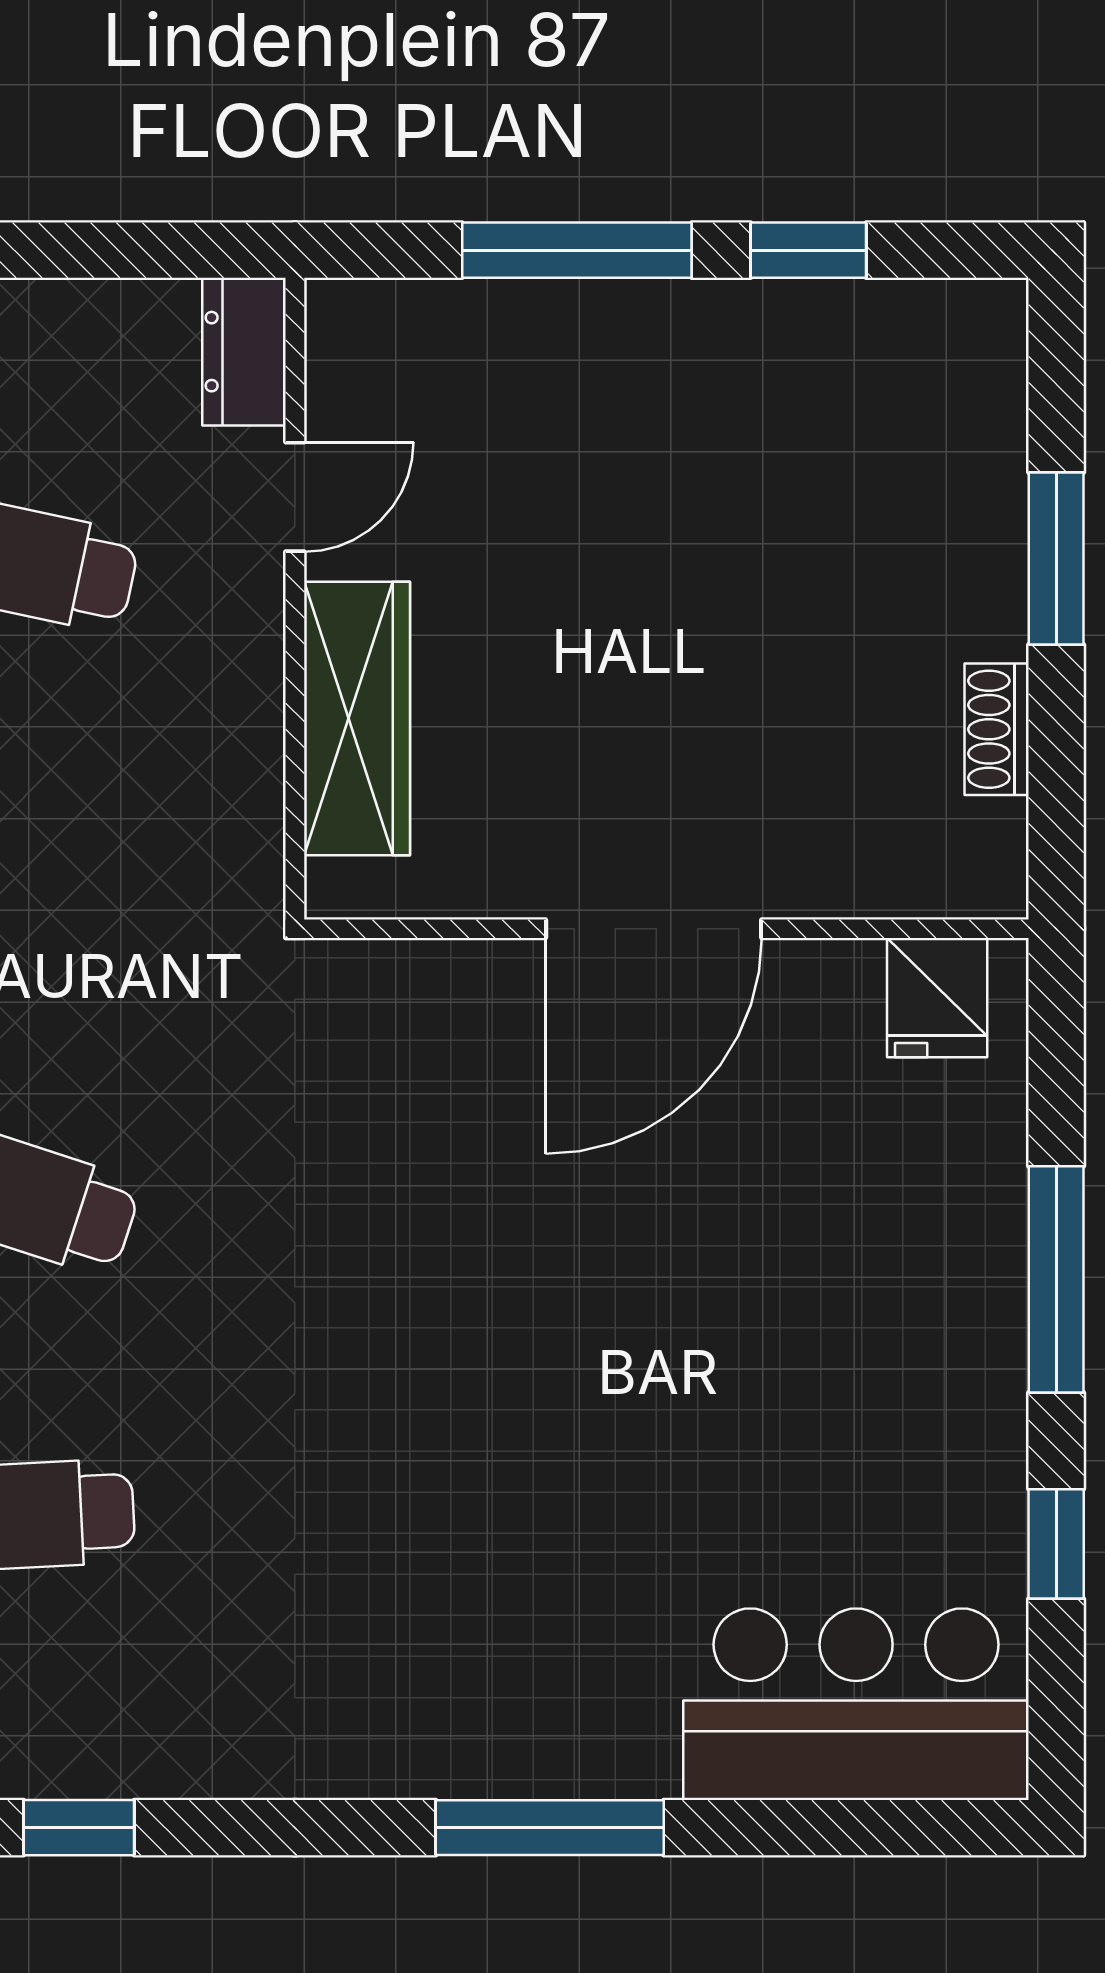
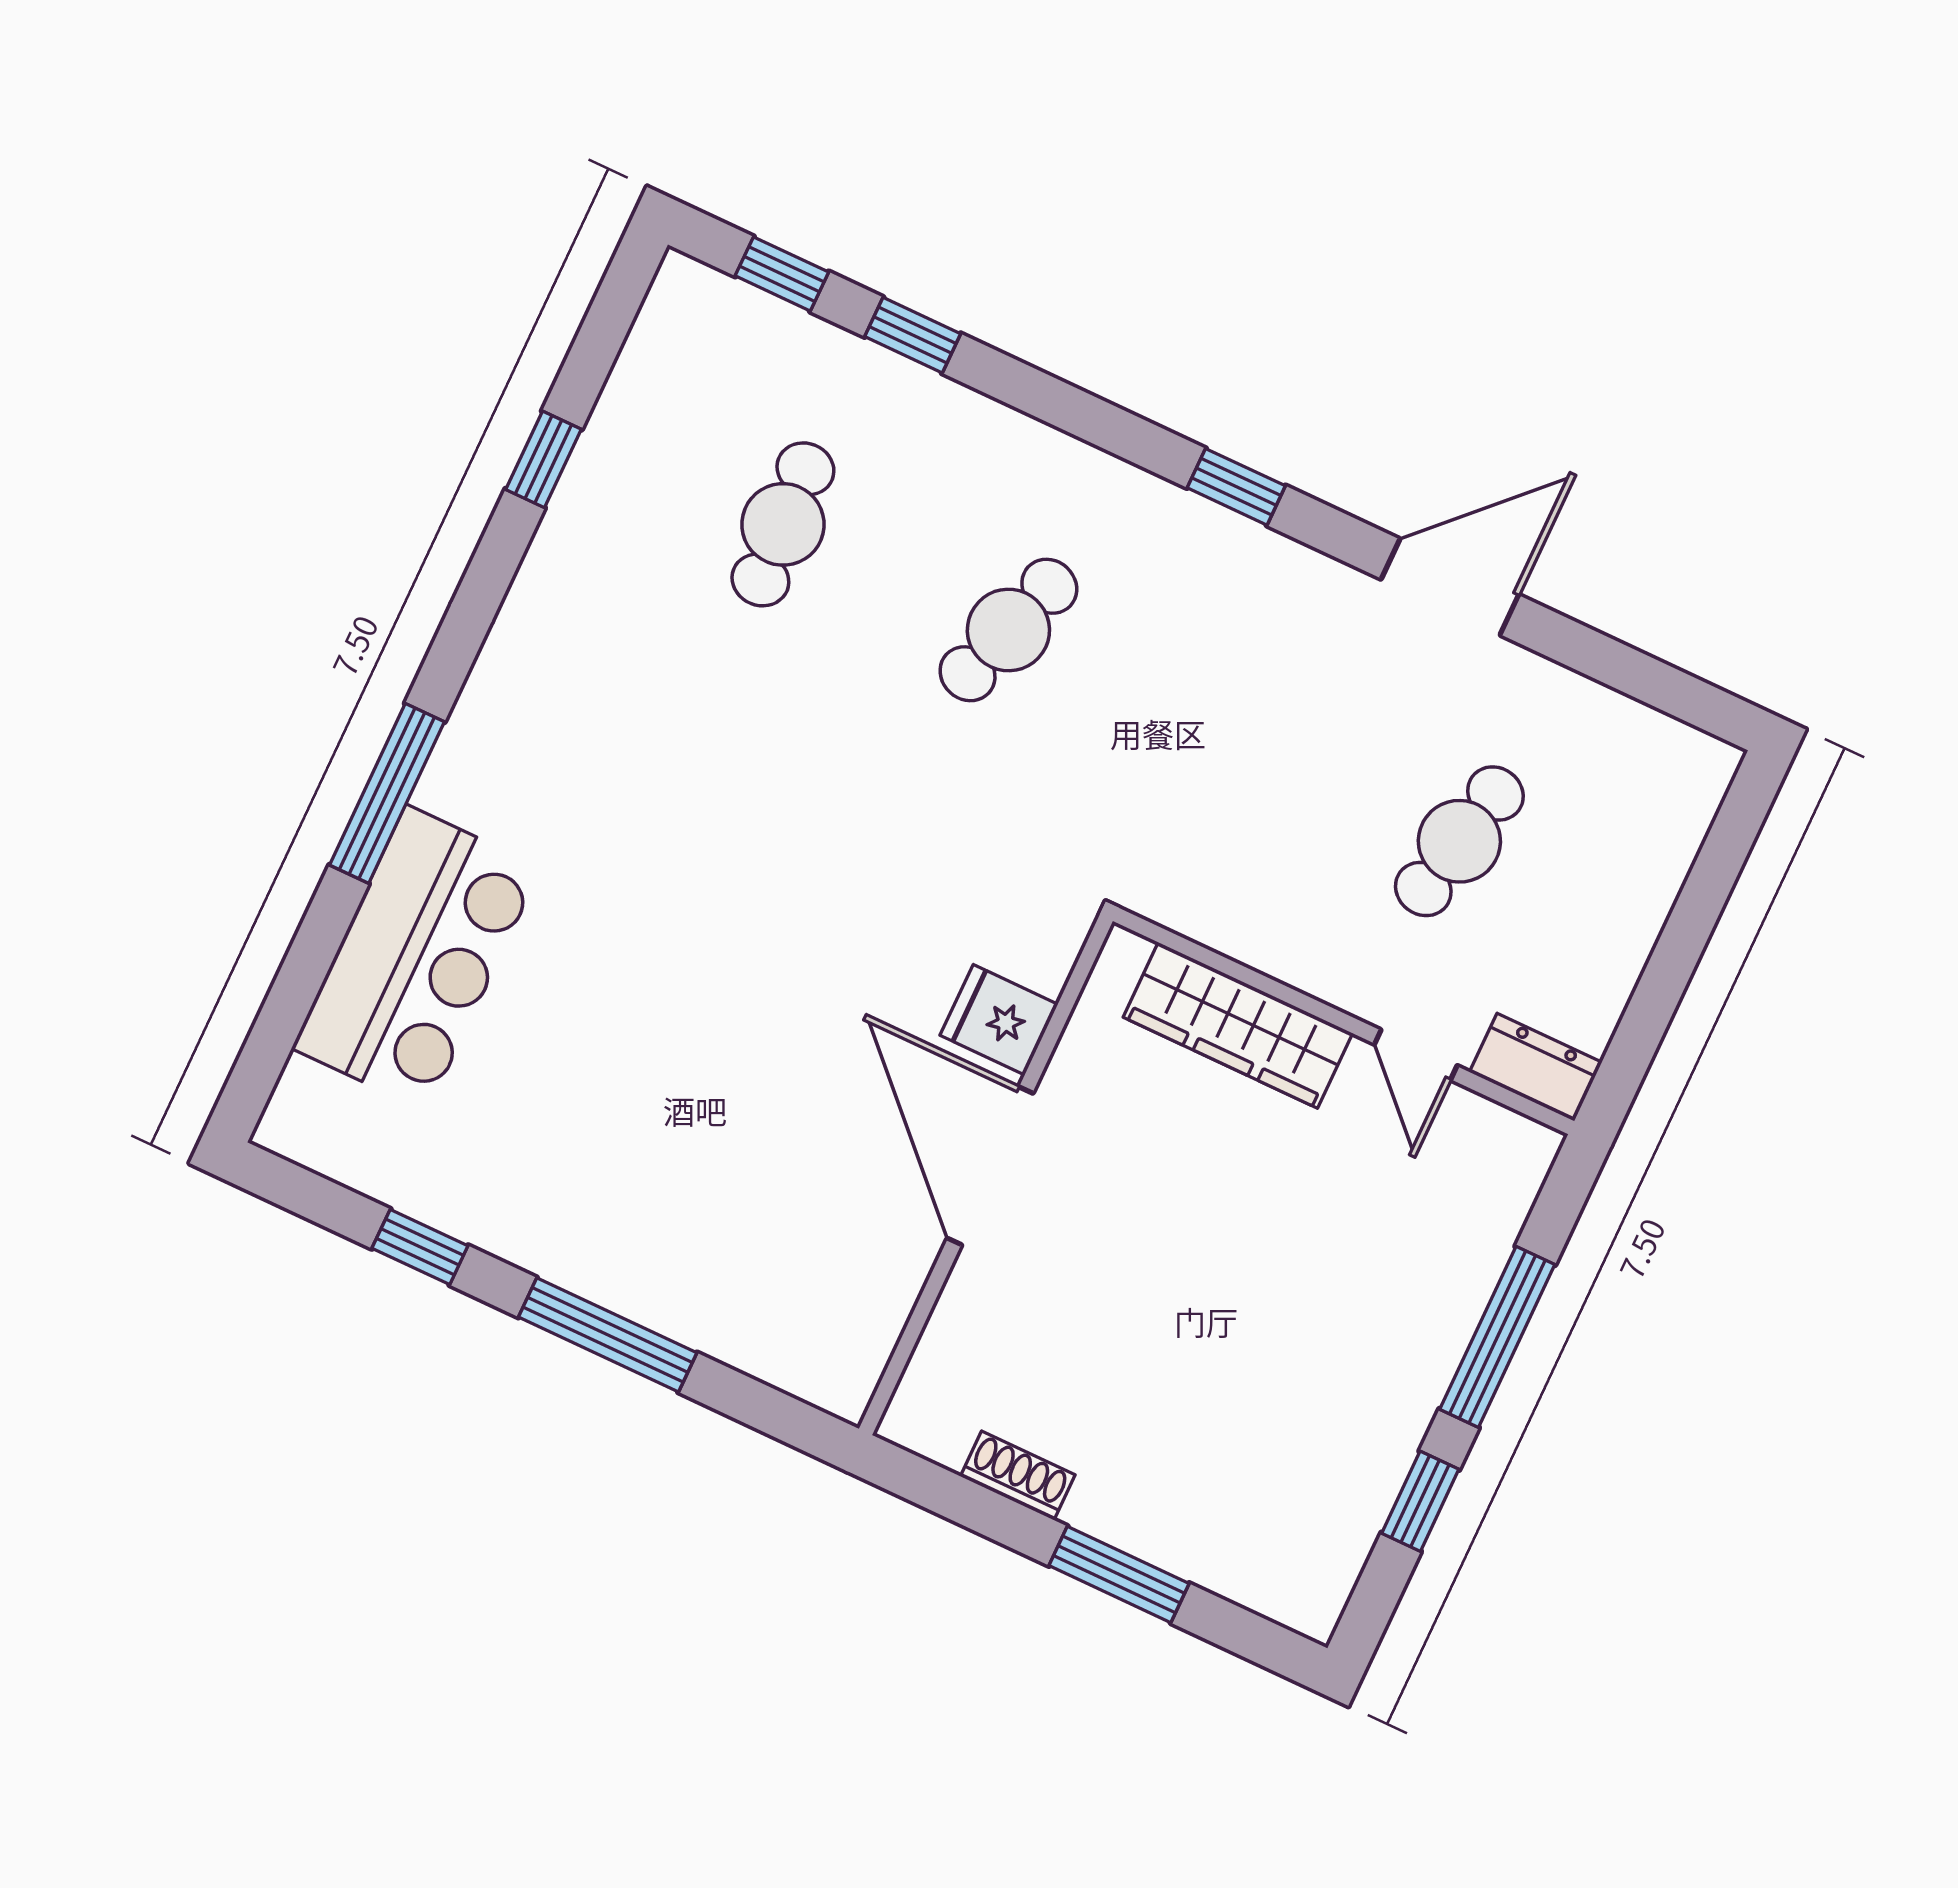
fridge: (937, 998) -> (999, 1020), moved
bar counter: (856, 1704) -> (417, 958), moved

